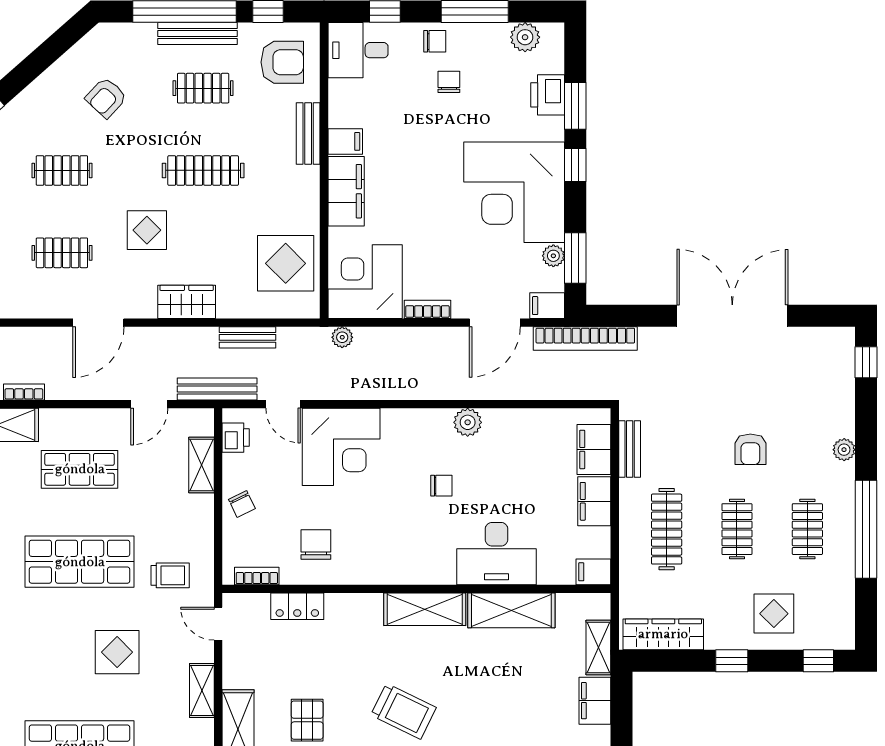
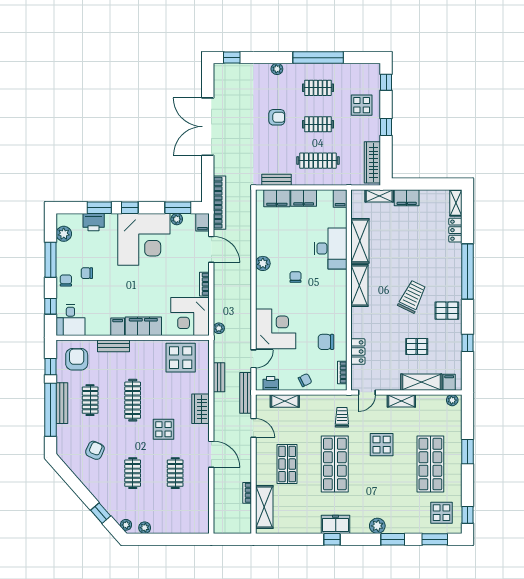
armchair: (106, 98) -> (95, 450), turned -109

